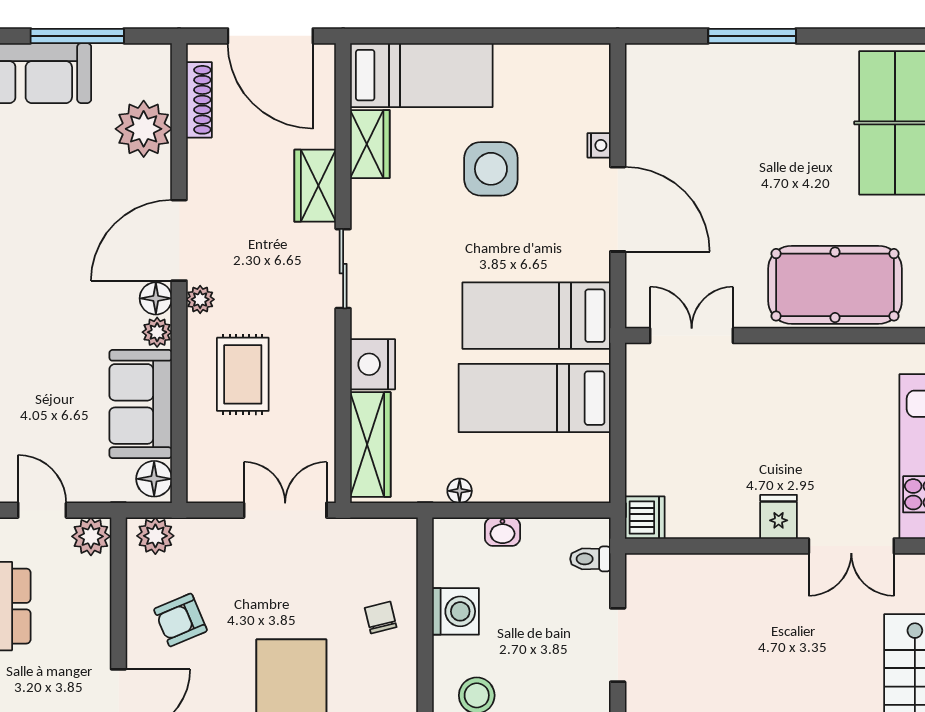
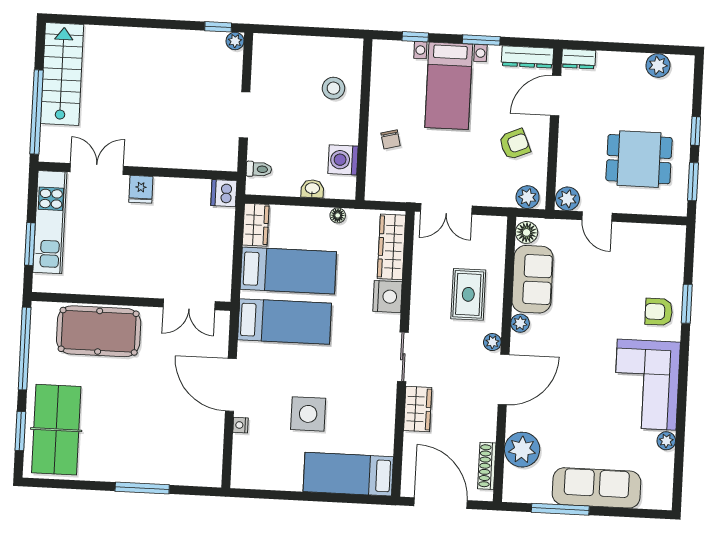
wardrobe: (370, 144) -> (256, 225), moved, turned 180
floor lamp: (156, 298) -> (520, 344), removed
washing machine: (456, 611) -> (343, 160), moved

